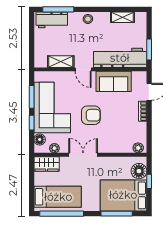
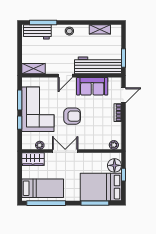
shelving: (61, 62) -> (33, 69), moved
door: (83, 69) -> (65, 76), hinge flipped
floor lamp: (40, 139) -> (27, 138), removed

